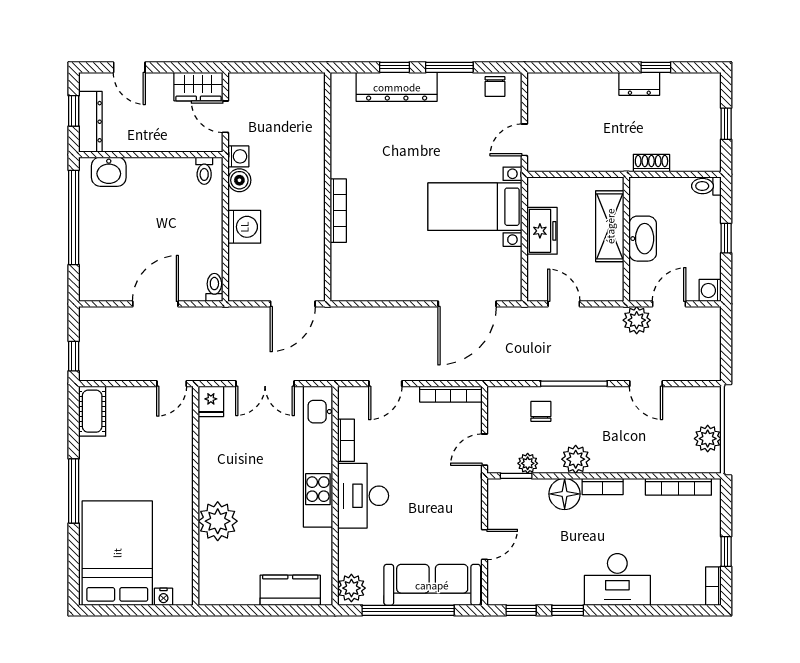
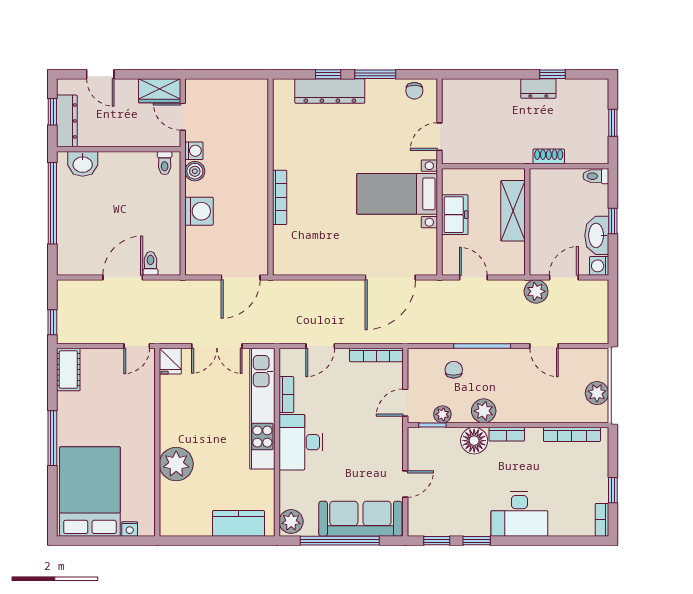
washbasin: (643, 239) -> (597, 235), moved, turned 180
toilet: (214, 287) -> (150, 263), moved

